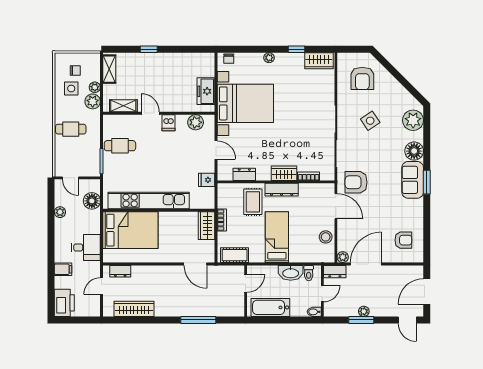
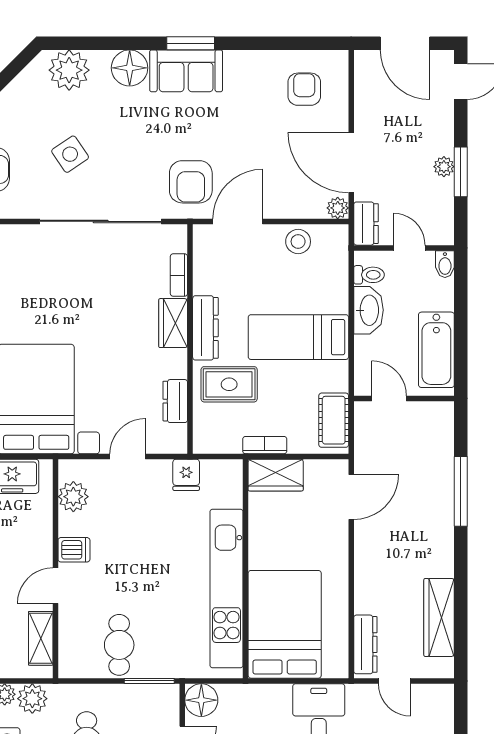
floor lamp: (92, 201) -> (201, 700), moved
dresser: (120, 271) -> (365, 644), width x1.44

